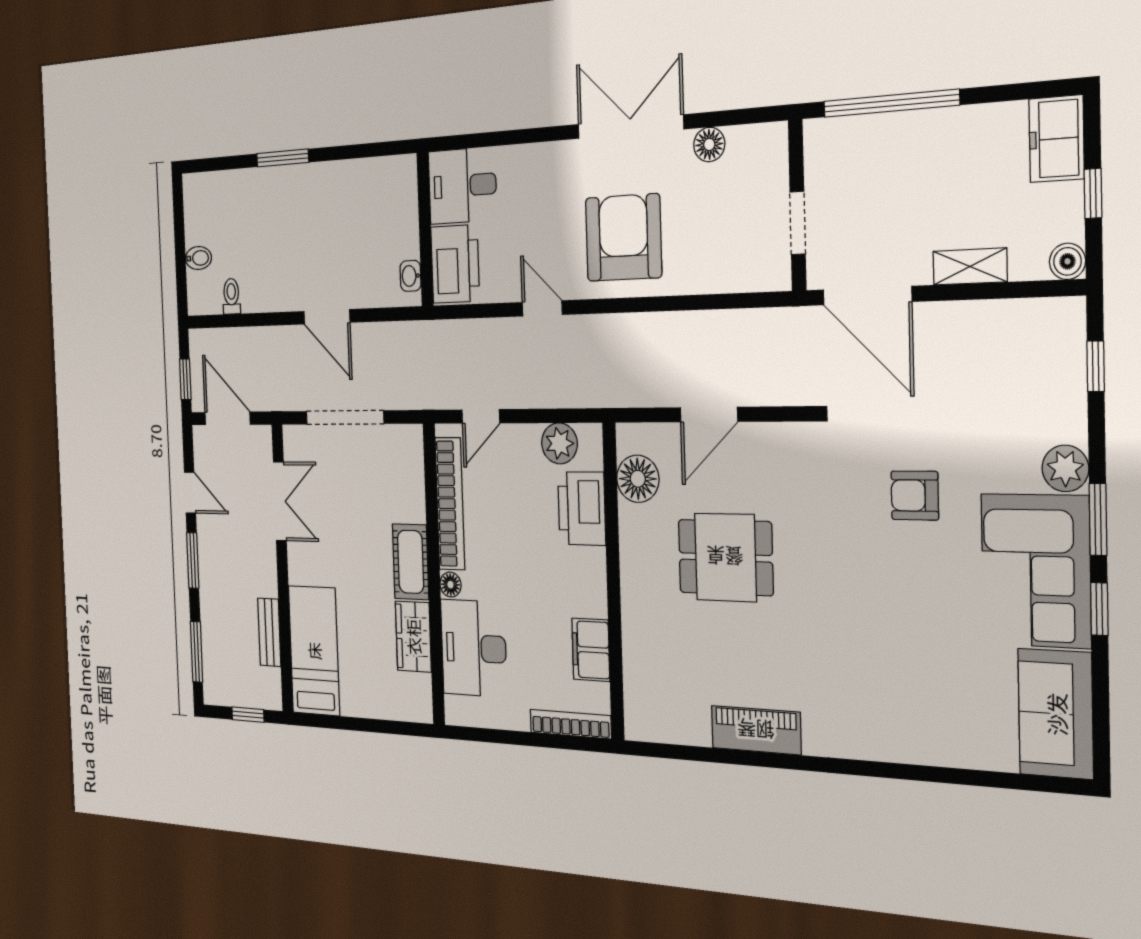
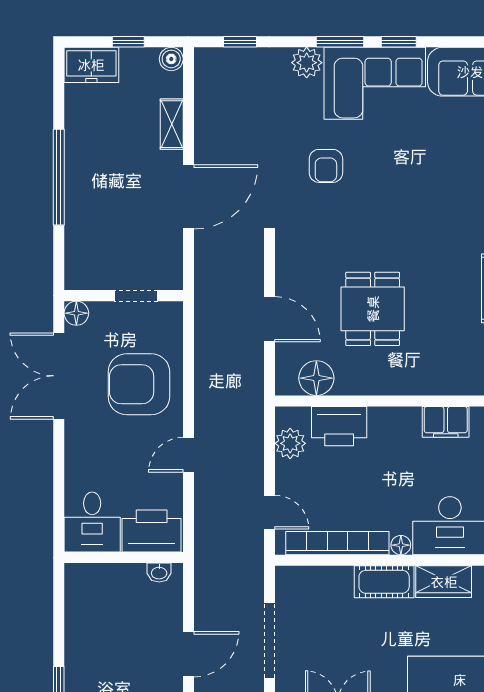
wall: (797, 205) -> (124, 296), moved
doorway: (798, 223) -> (136, 296), moved

